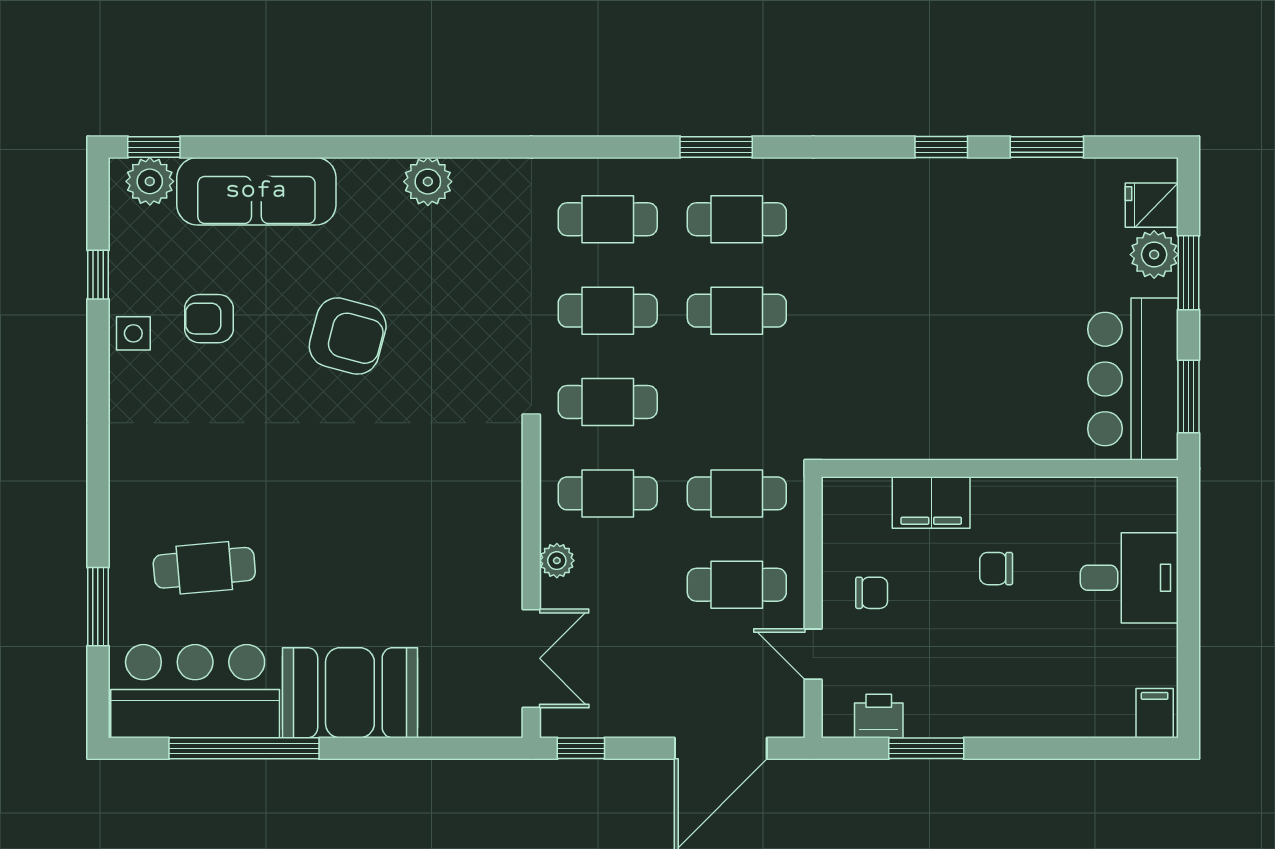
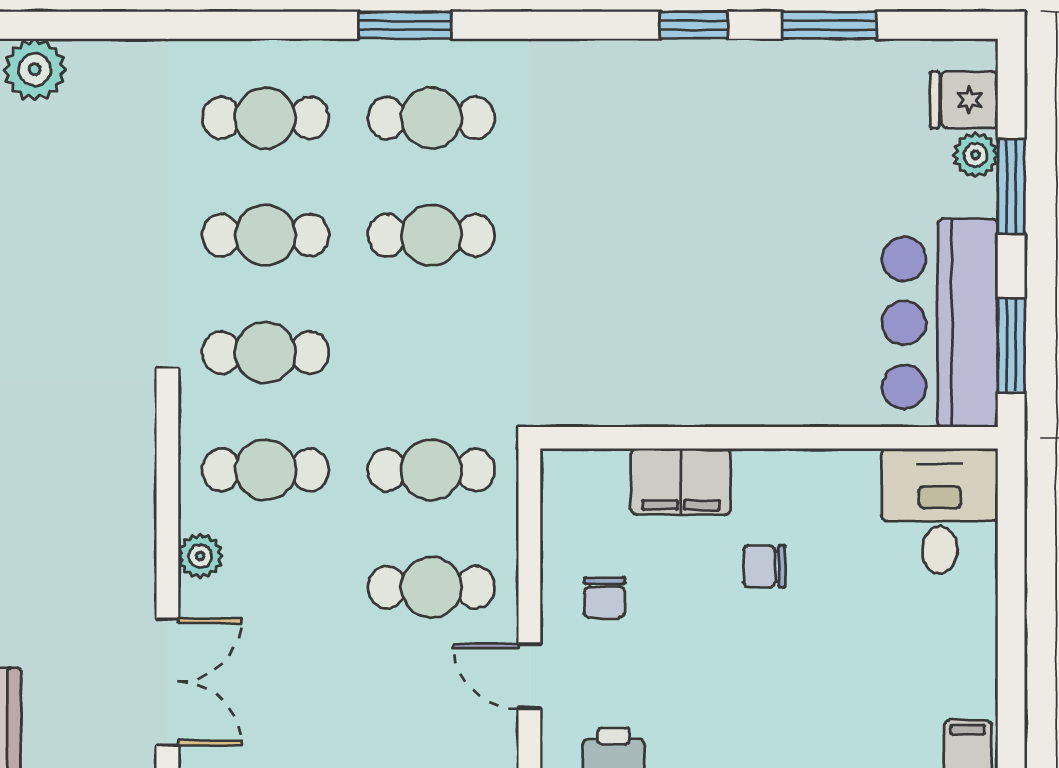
plant: (1154, 255) -> (976, 155), width x0.73, depth x0.73
desk: (1129, 578) -> (940, 511), moved, turned -90
chair: (872, 593) -> (604, 597), turned 90

